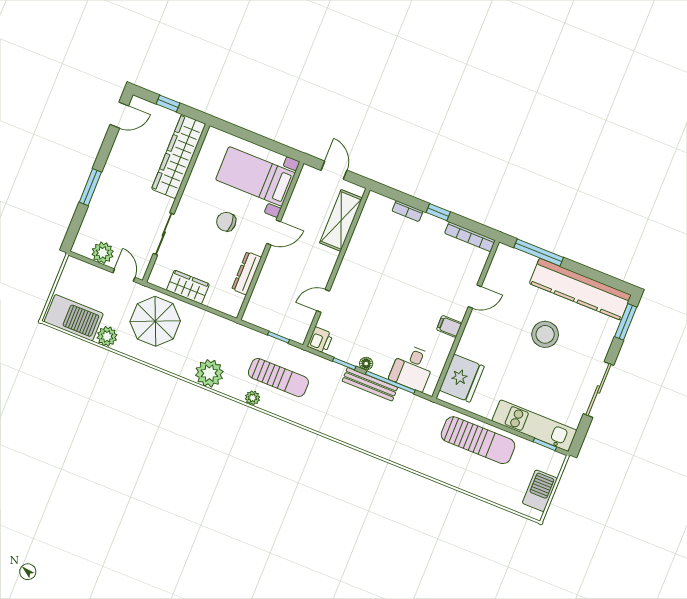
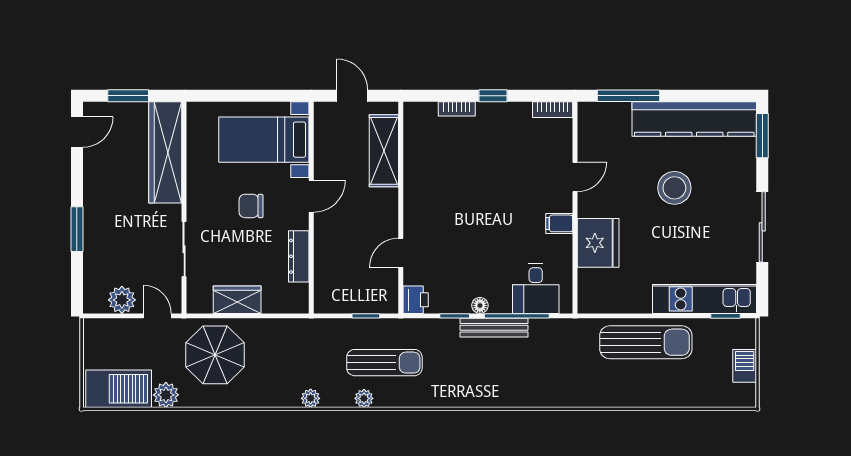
window: (168, 103) -> (128, 96), width x1.50
bookcase: (470, 237) -> (553, 110), width x0.64
plant: (209, 373) -> (311, 398), width x0.53, depth x0.53
fridge: (462, 378) -> (598, 243), moved
barbecue: (540, 491) -> (745, 366), width x0.73, depth x0.79

